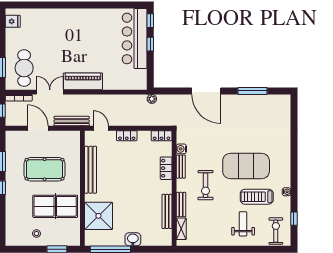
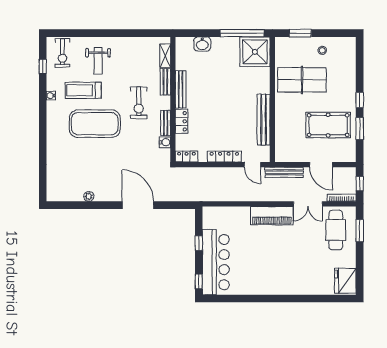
fridge: (13, 21) -> (345, 281), width x1.88, depth x1.34
window: (150, 44) -> (199, 243), moved
window: (252, 91) -> (88, 205), removed
plant: (152, 99) -> (89, 196), moved
locker: (127, 136) -> (224, 157), width x1.53
pool table: (45, 169) -> (328, 125), moved
exercise bike: (206, 185) -> (139, 103), turned 180
treadmill: (257, 197) -> (83, 90), turned 180
bench: (167, 211) -> (181, 89), moved
shower: (98, 216) -> (255, 52), moved
washbasin: (133, 239) -> (202, 44), moved

